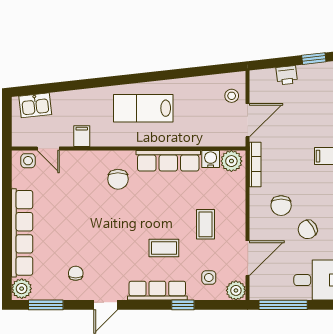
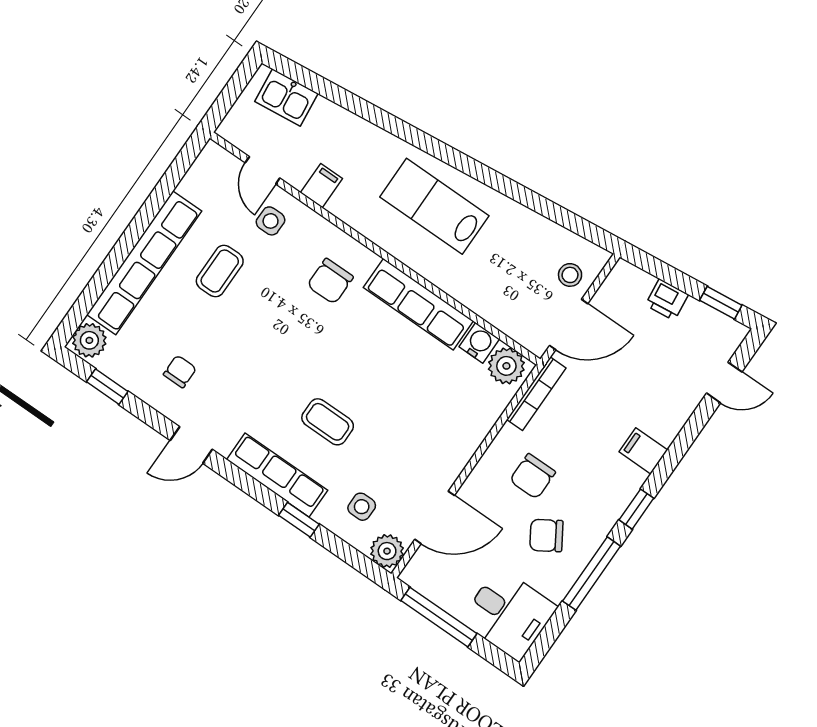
side table: (28, 161) -> (271, 221), moved
coffee table: (205, 224) -> (220, 271), moved
window: (46, 305) -> (107, 387), width x0.67

